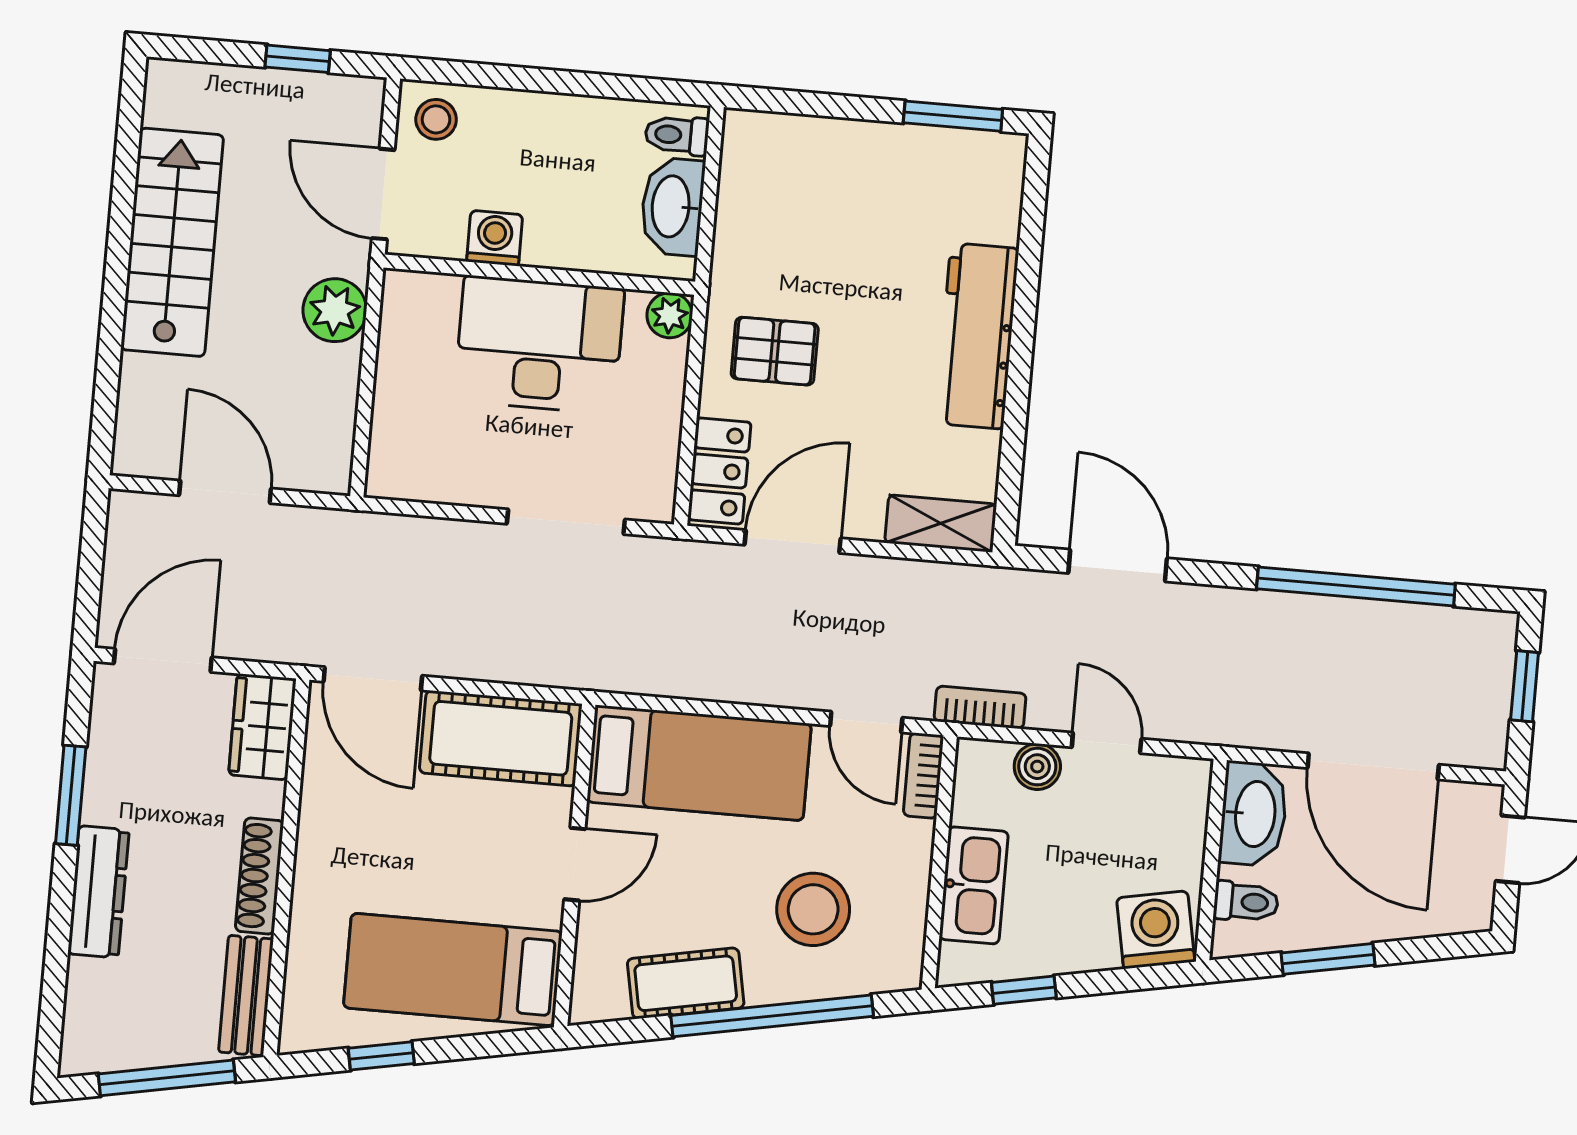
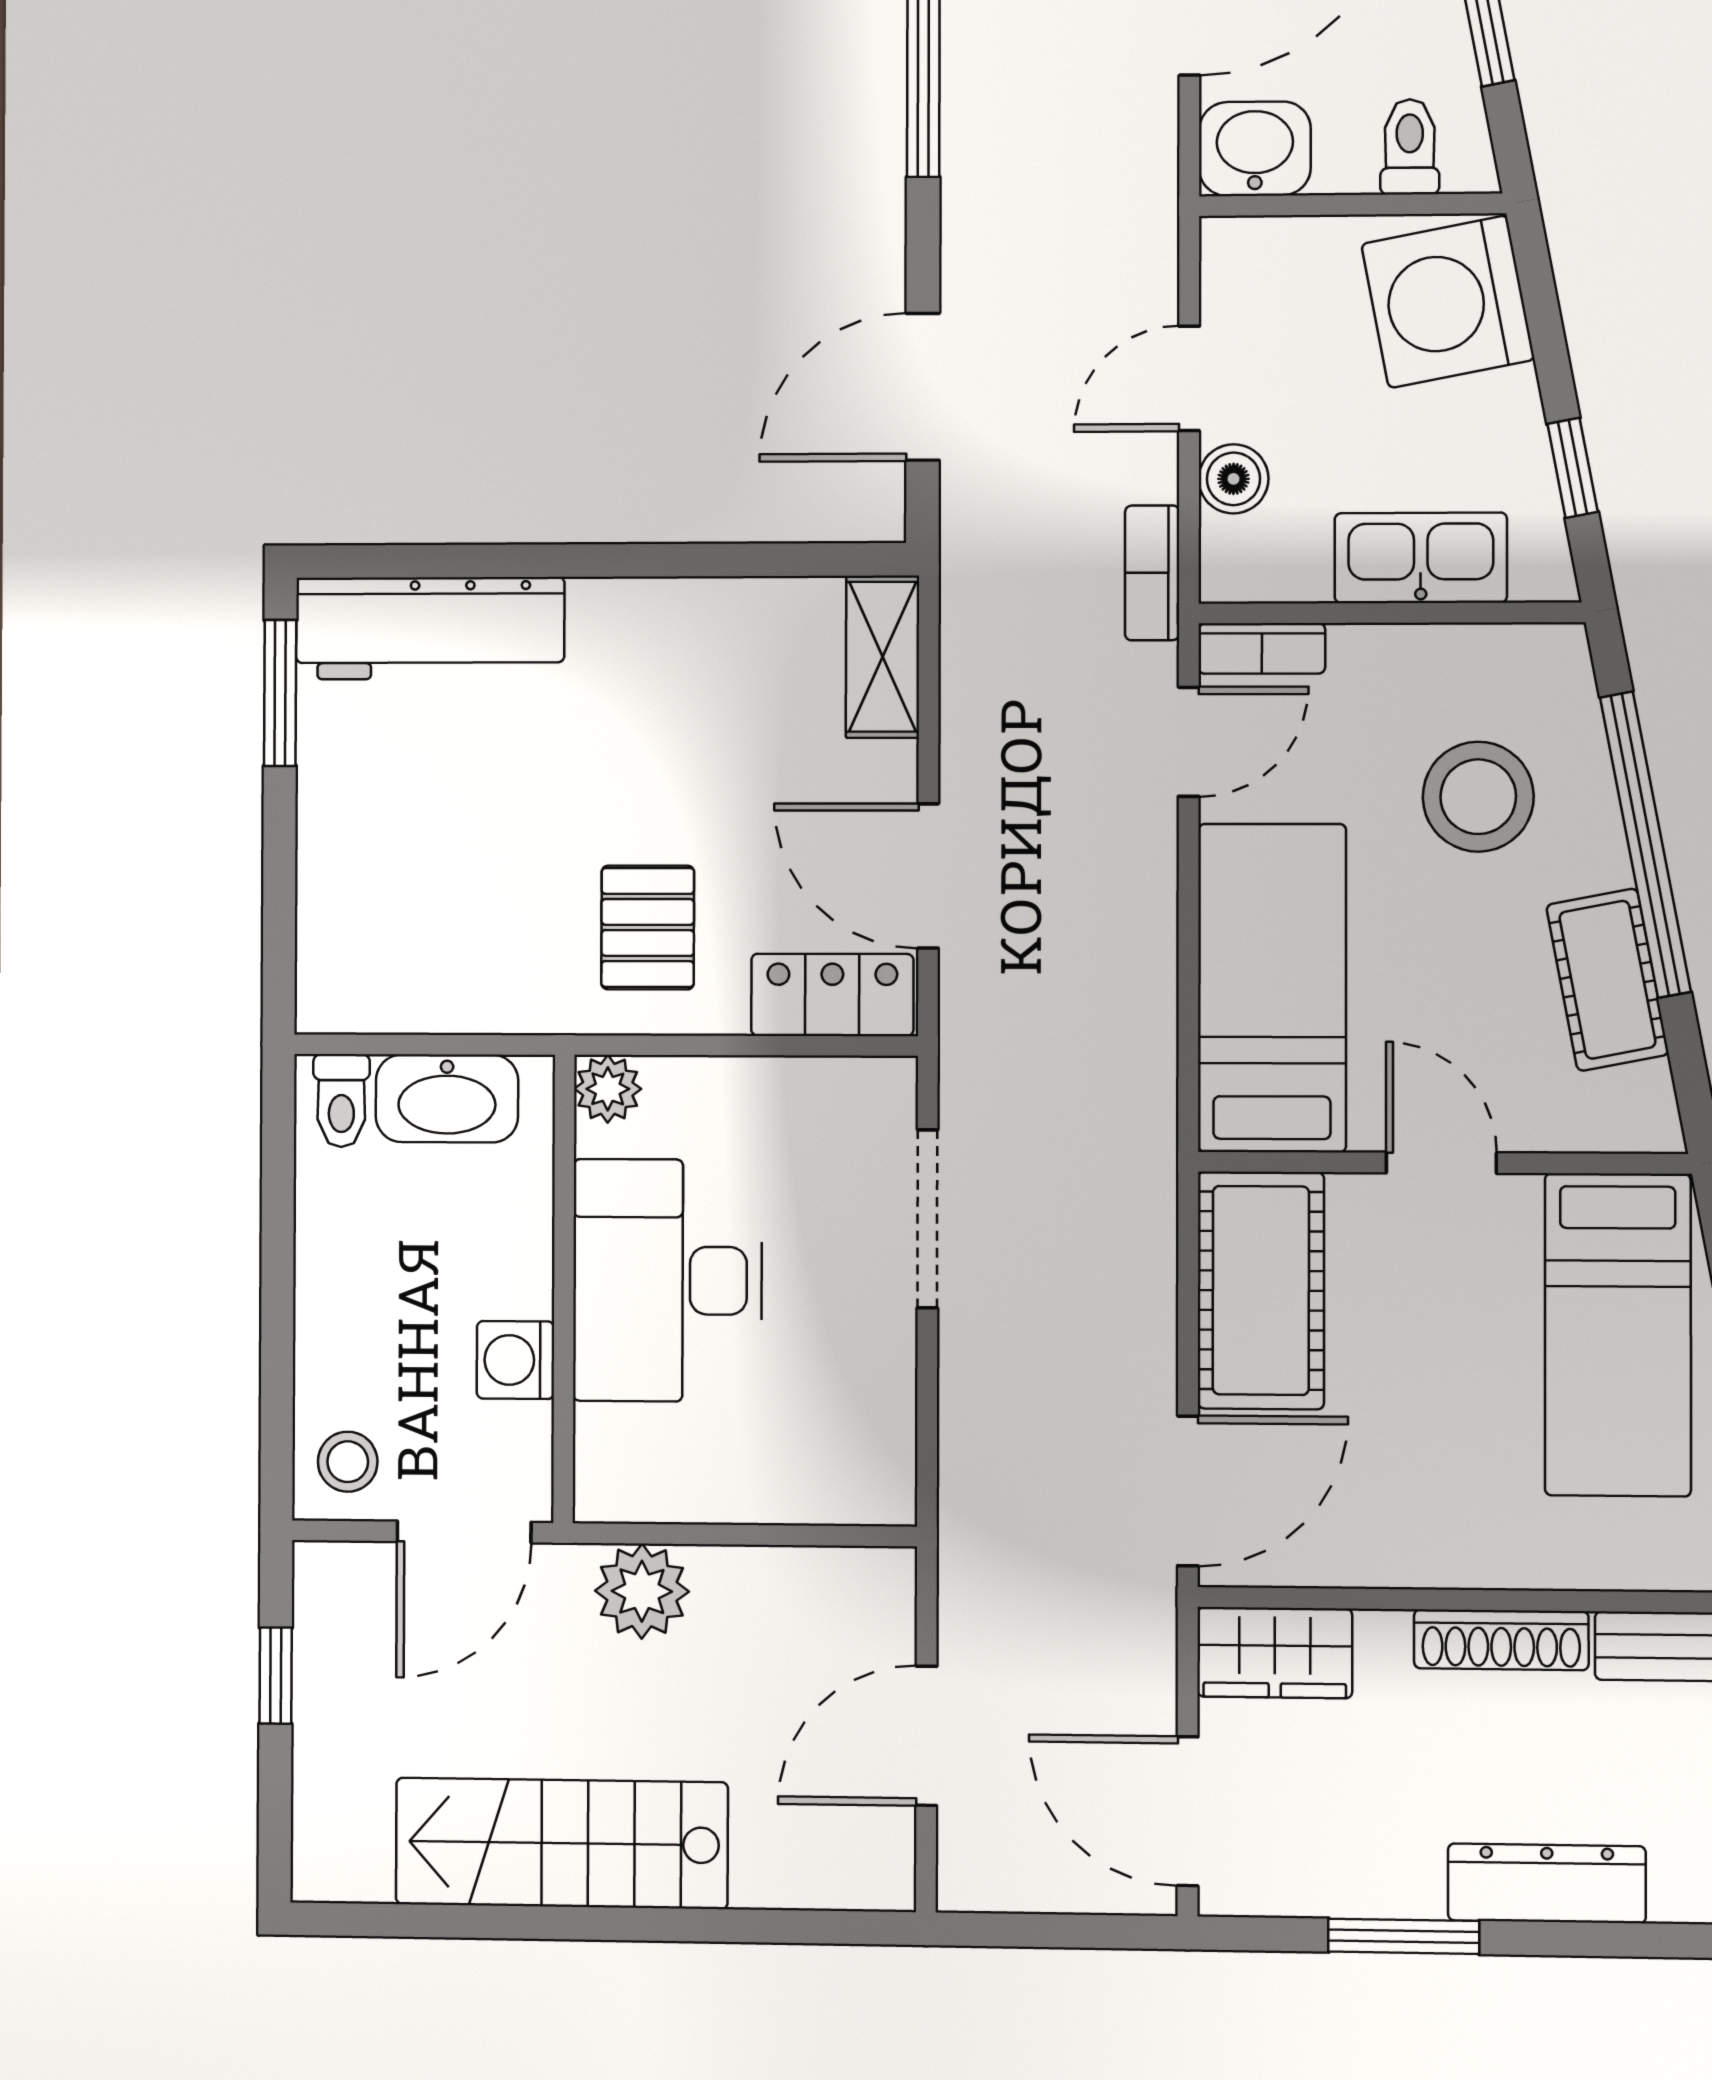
workbench: (977, 336) -> (430, 628), moved
washbasin: (1253, 814) -> (1255, 149), width x0.72
washing machine: (1156, 930) -> (1448, 302), width x1.37, depth x1.37

